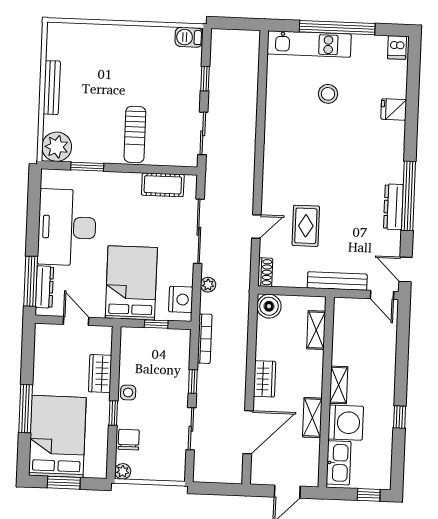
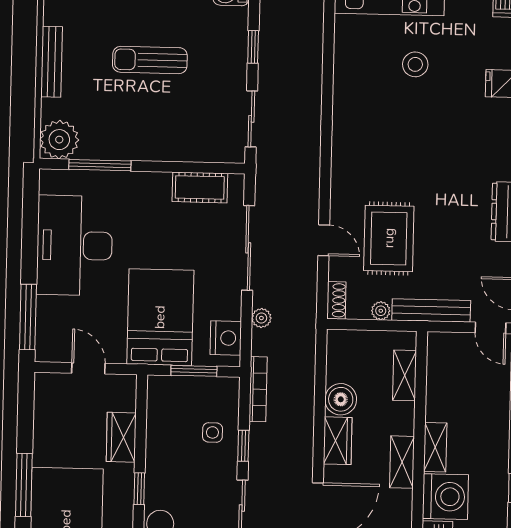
sun lounger: (135, 134) -> (150, 60), moved, turned 90
window: (87, 167) -> (100, 165), width x1.44
door: (256, 226) -> (324, 240), hinge flipped
rug: (306, 226) -> (389, 238), width x1.36, depth x1.43
plant: (299, 281) -> (381, 311), added
dresser: (44, 287) -> (46, 324), removed
boiler: (269, 306) -> (341, 399), moved
window: (156, 324) -> (194, 371), width x1.50
side table: (128, 392) -> (212, 432), moved
shelving: (312, 418) -> (402, 462), moved

